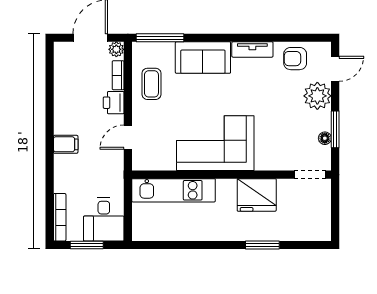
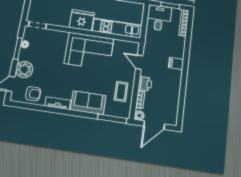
door: (128, 137) -> (139, 62), swing flipped
fridge: (257, 195) -> (82, 20), moved

